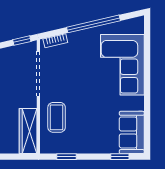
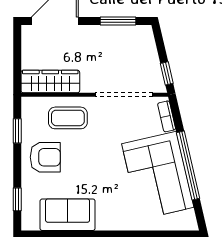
corner sofa: (122, 65) -> (158, 176), moved, turned -103
sofa: (132, 132) -> (68, 215), moved
armchair: (87, 135) -> (45, 157), added

